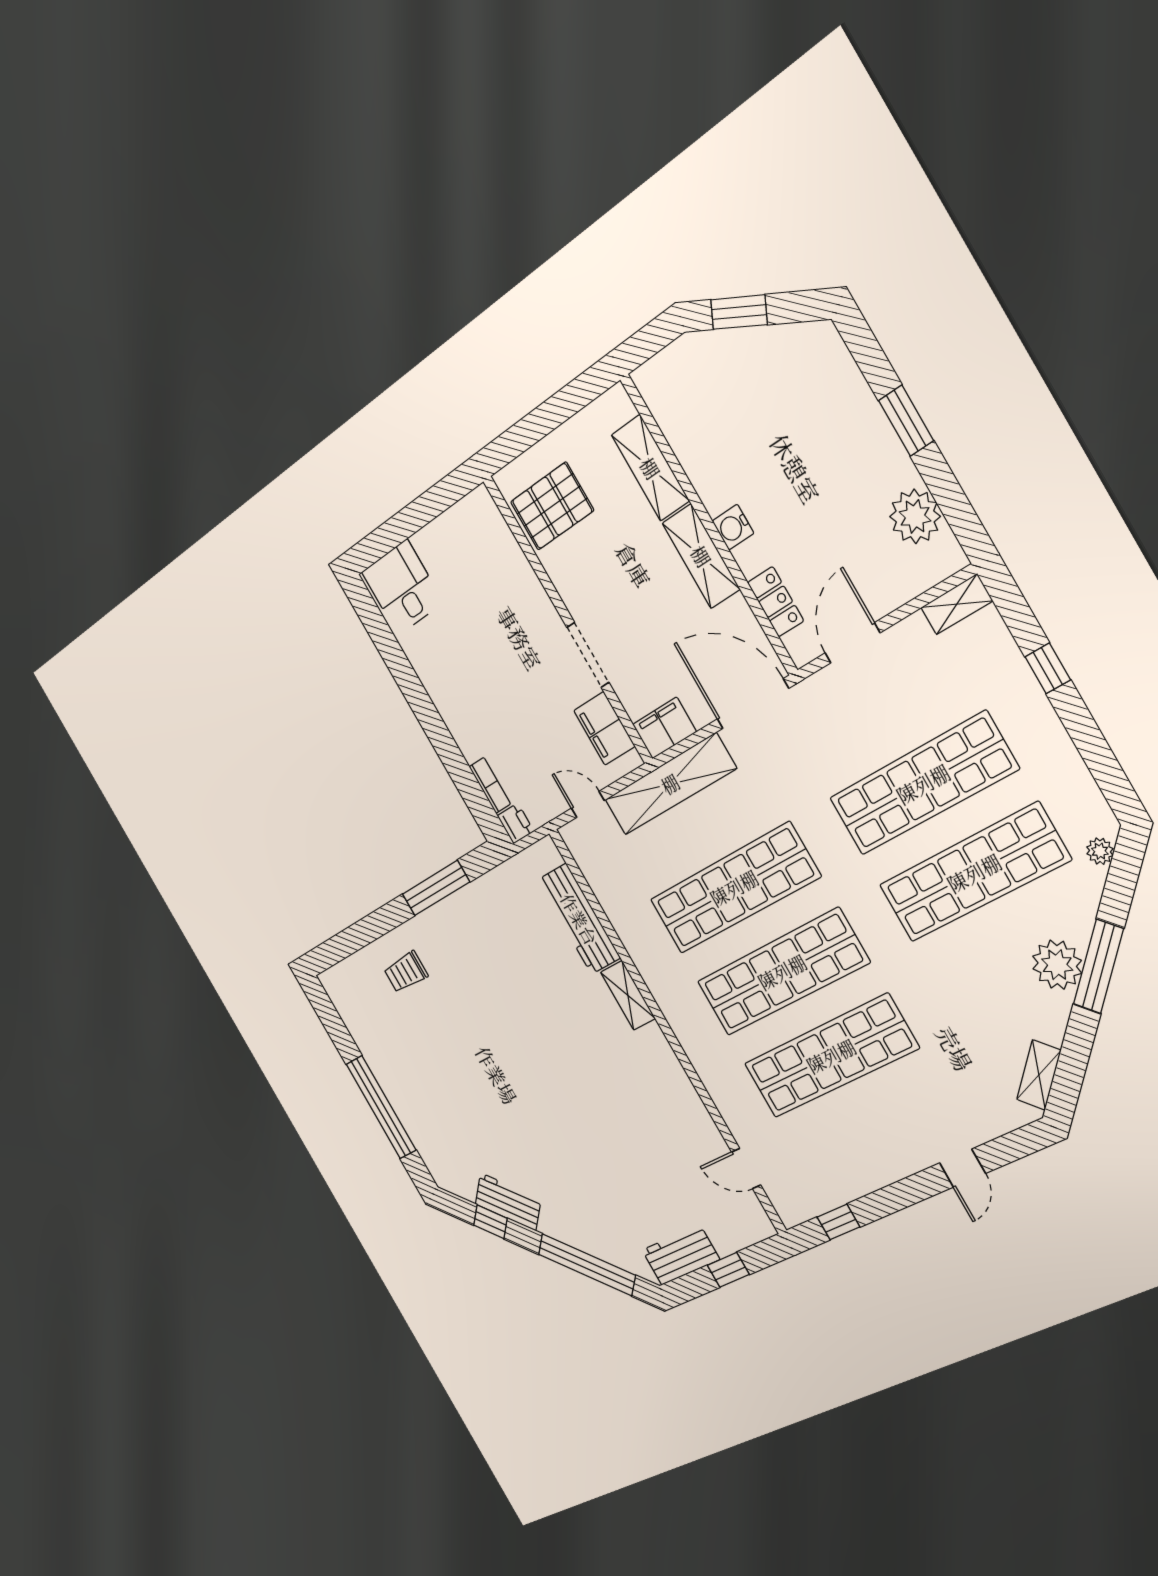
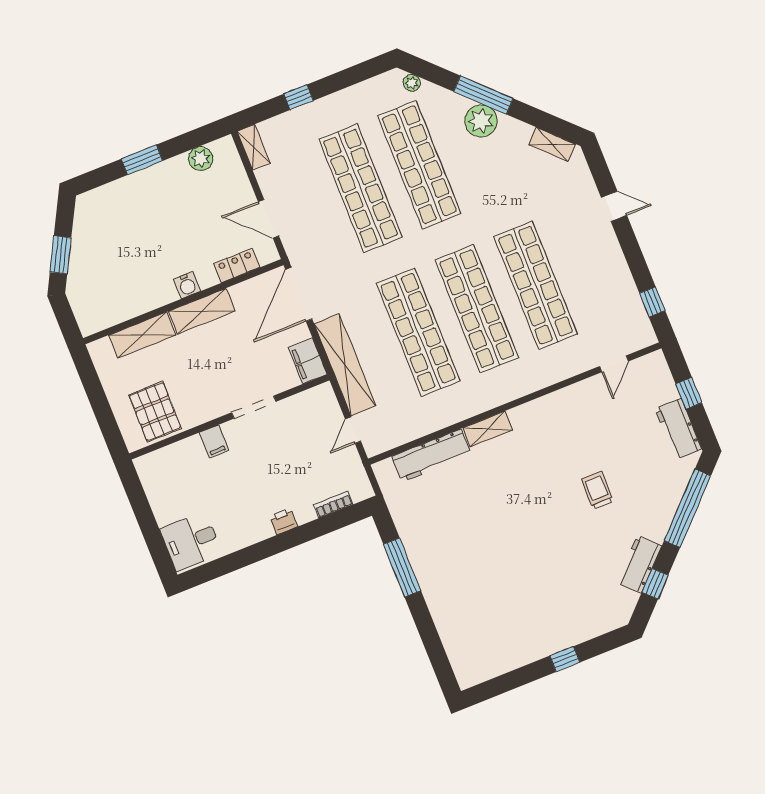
plant: (915, 516) -> (201, 159), width x0.73, depth x0.73
filing cabinet: (604, 728) -> (214, 441), moved, width x0.50
printer: (516, 824) -> (283, 521), moved
trolley: (406, 972) -> (597, 490), moved, turned 180
window: (381, 1107) -> (565, 659), width x0.32

